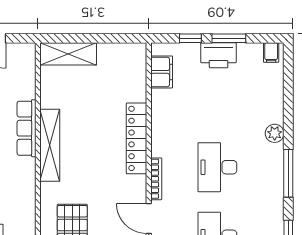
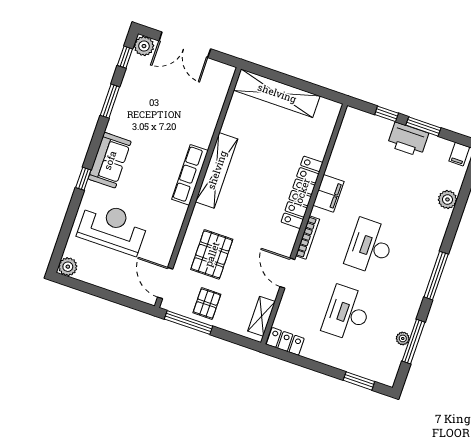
shelving: (68, 54) -> (277, 93), width x1.47
filing cabinet: (162, 72) -> (328, 193), moved
row of seats: (26, 128) -> (190, 175), moved
plant: (275, 133) -> (447, 199), moved

